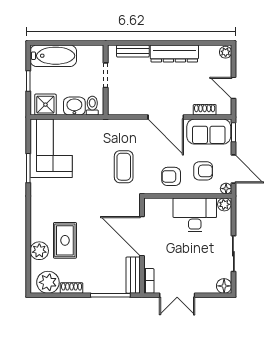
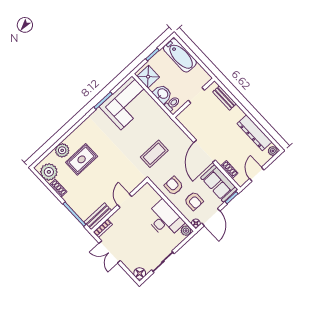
dresser: (174, 53) -> (254, 133), moved
door: (142, 236) -> (125, 201), width x0.53

